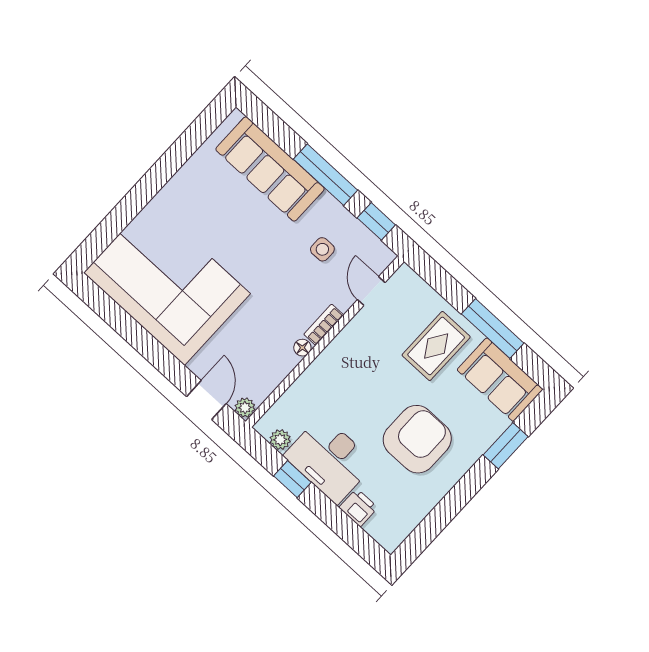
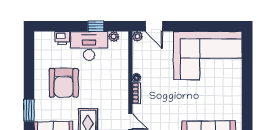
side table: (322, 249) -> (162, 120), removed

